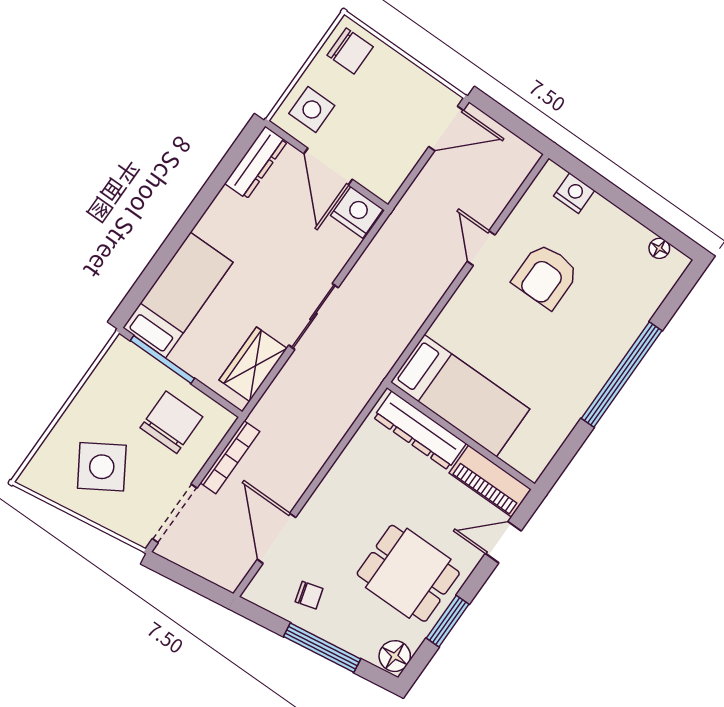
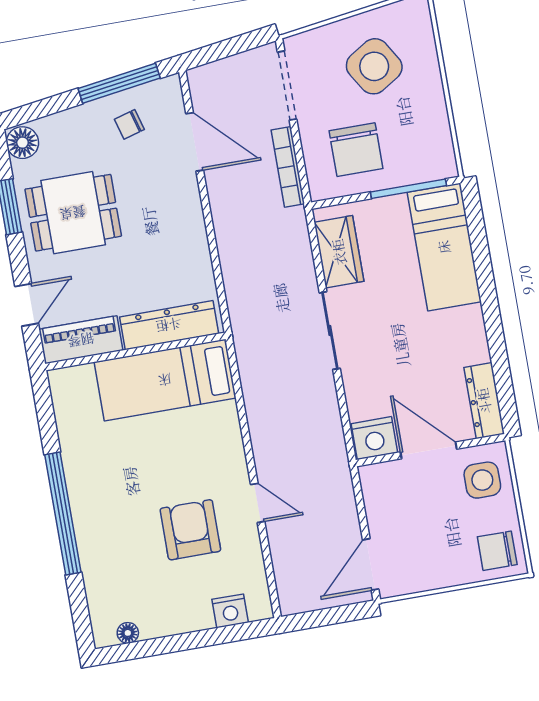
window: (322, 648) -> (119, 83), moved

